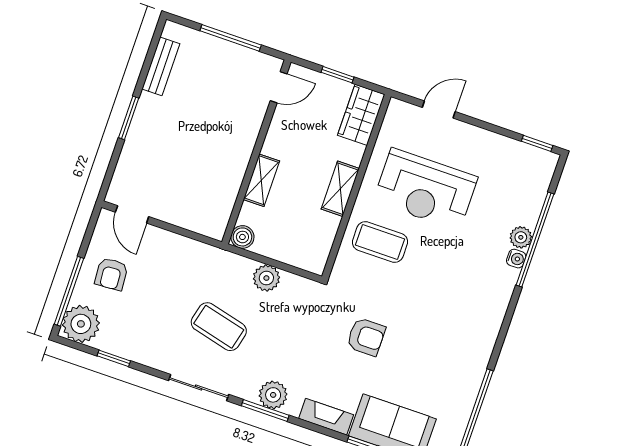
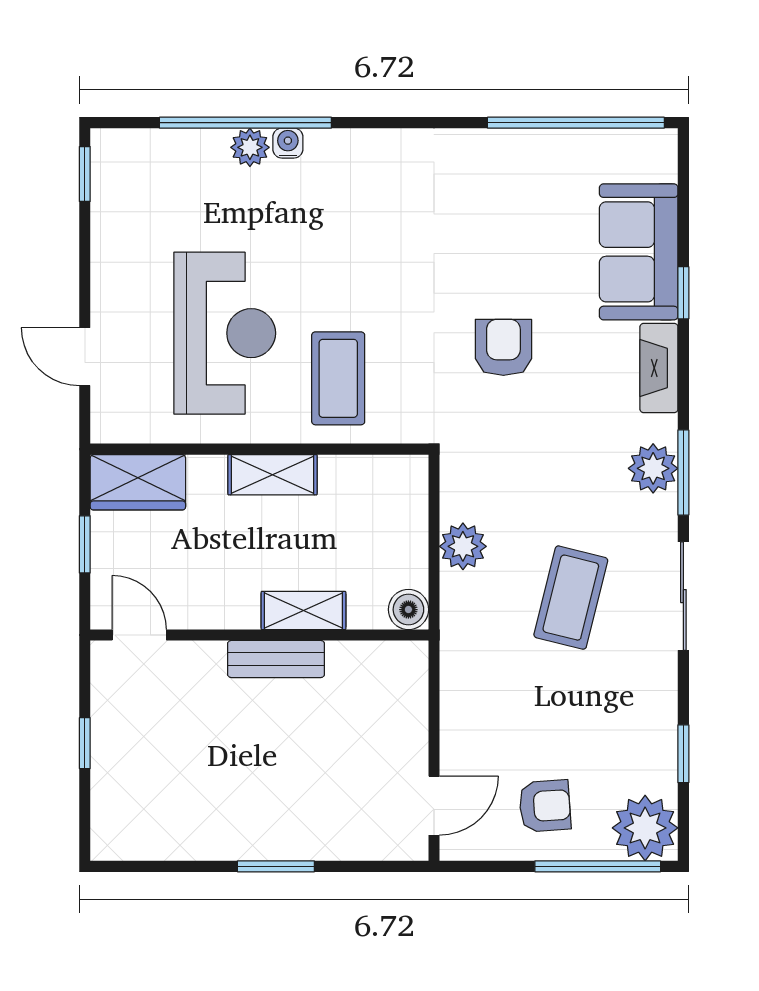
window: (231, 38) -> (85, 743), width x0.46
bench: (161, 66) -> (276, 659), moved

